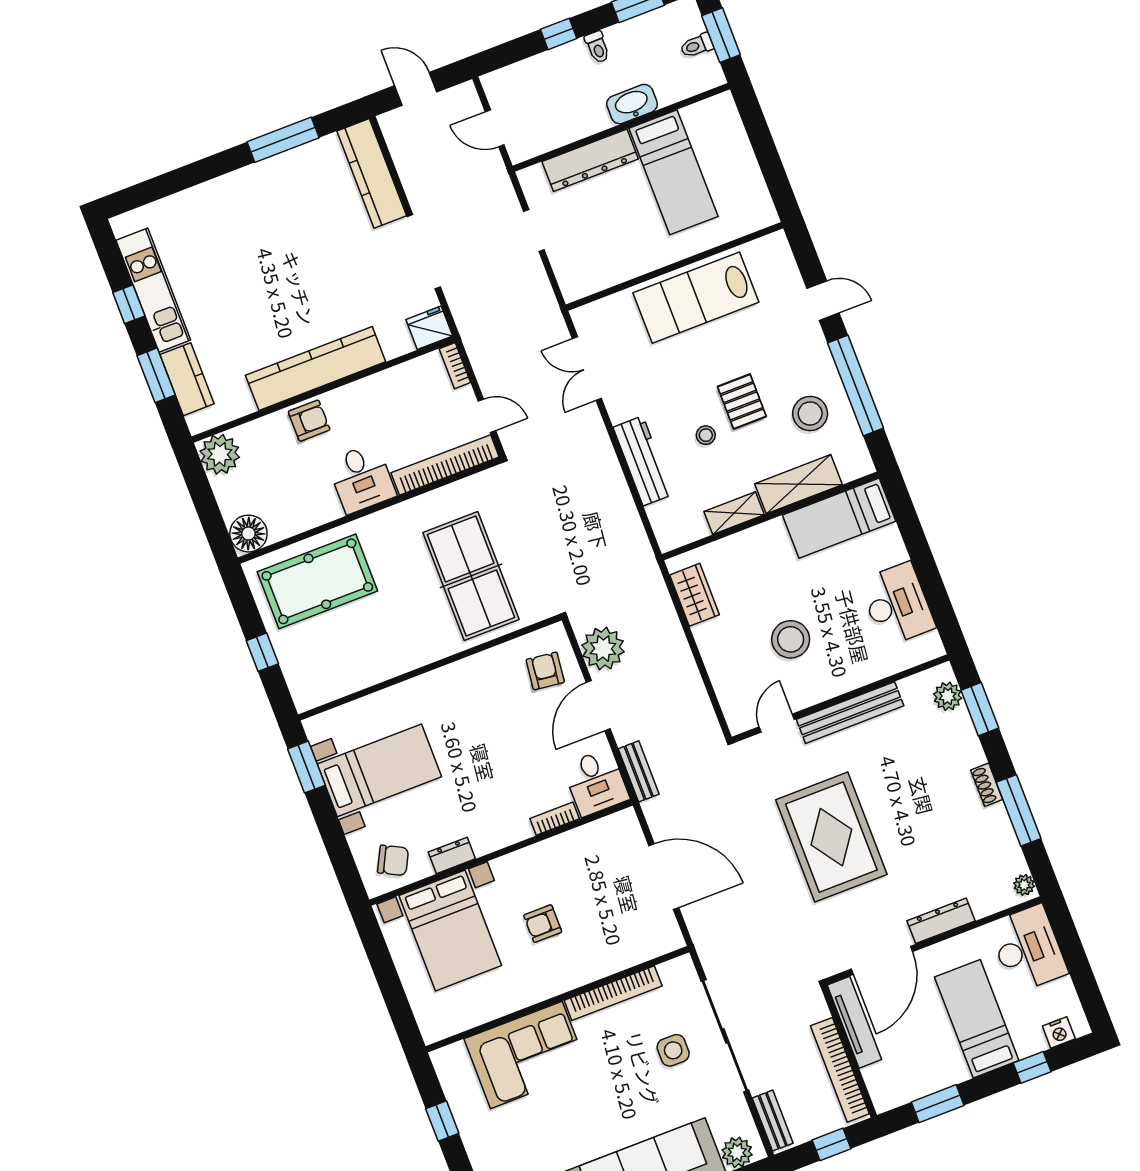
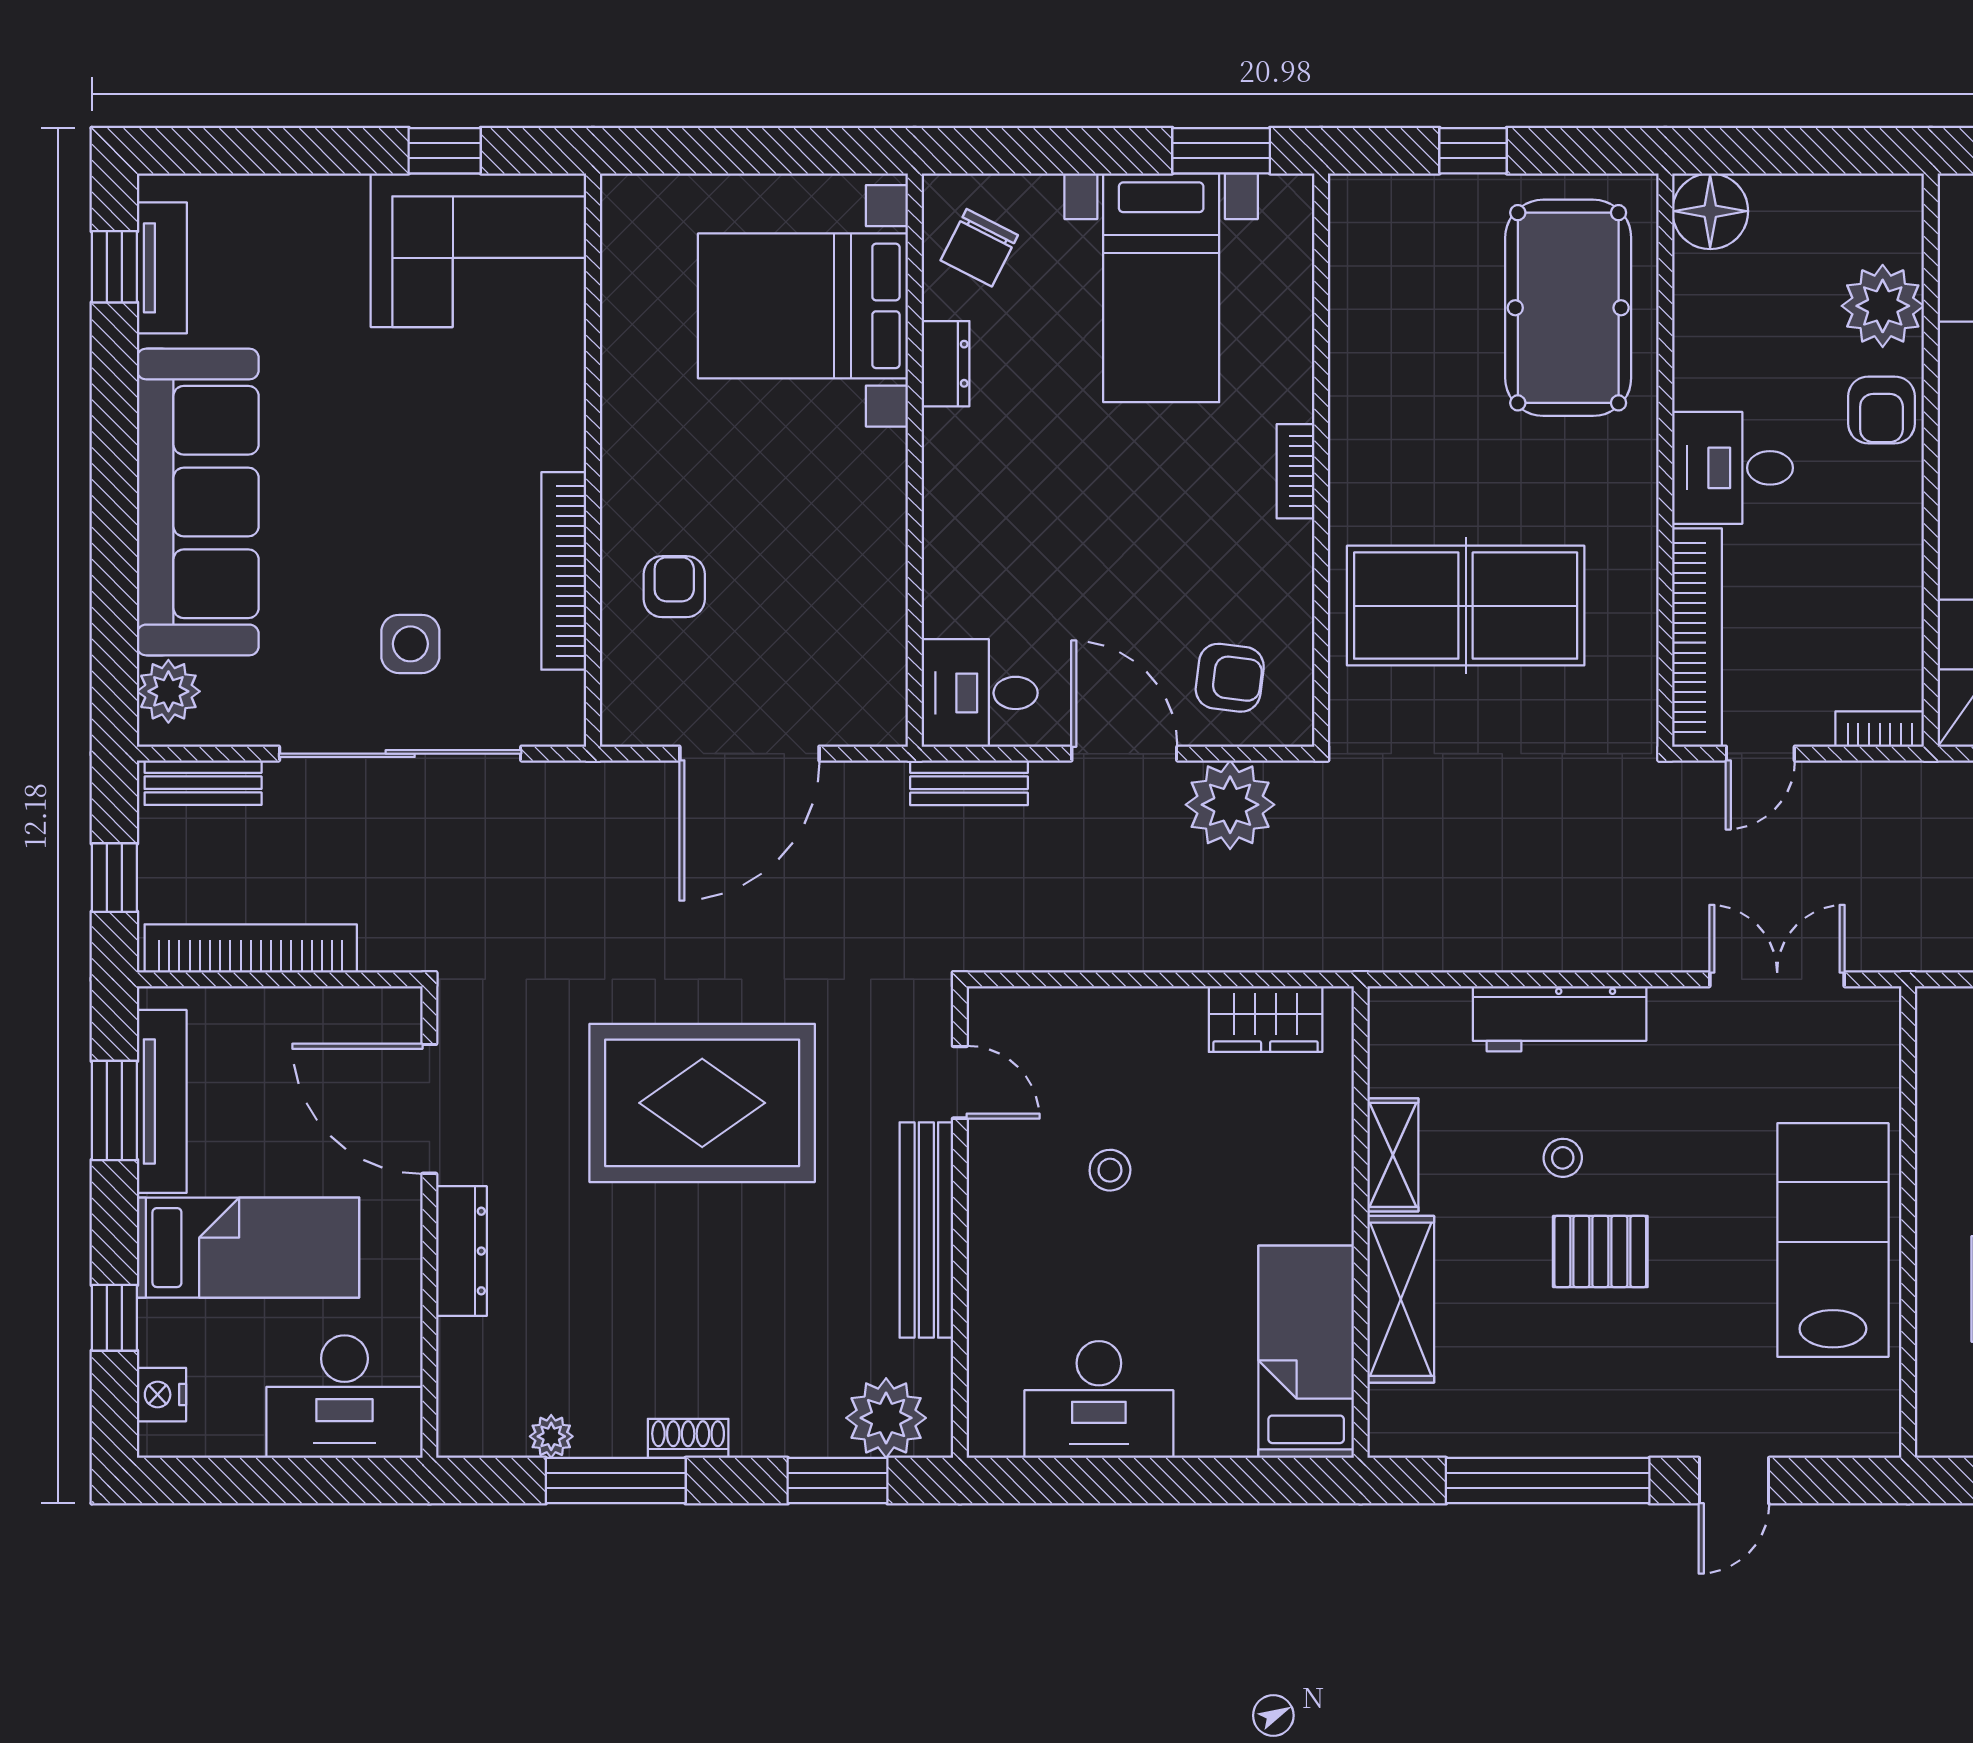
stool: (810, 413) -> (1527, 1373), removed
plant: (220, 454) -> (1883, 306), moved
stool: (791, 639) -> (1110, 1170), width x0.53, depth x0.53
plant: (948, 696) -> (886, 1418), width x1.36, depth x1.36
bookcase: (555, 819) -> (1296, 471), moved, turned 180
plant: (1024, 885) -> (551, 1436), moved
armchair: (543, 924) -> (674, 587), moved
tv unit: (854, 1022) -> (162, 1101), moved, turned -90
corner sofa: (526, 1055) -> (478, 250), moved, turned -90

